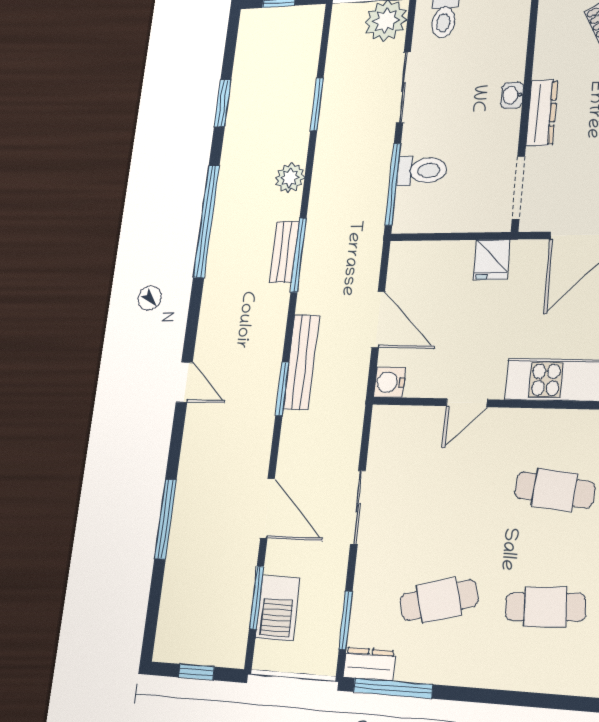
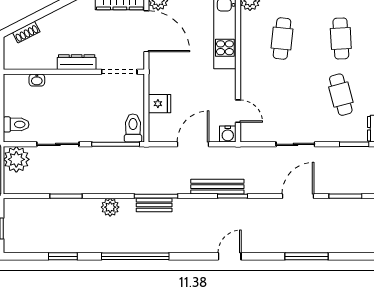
washbasin: (512, 95) -> (37, 80), moved
toilet: (422, 170) -> (133, 128), moved
fridge: (492, 259) -> (160, 104), moved
door: (467, 403) -> (238, 111), moved
barbecue: (278, 608) -> (350, 183), removed

